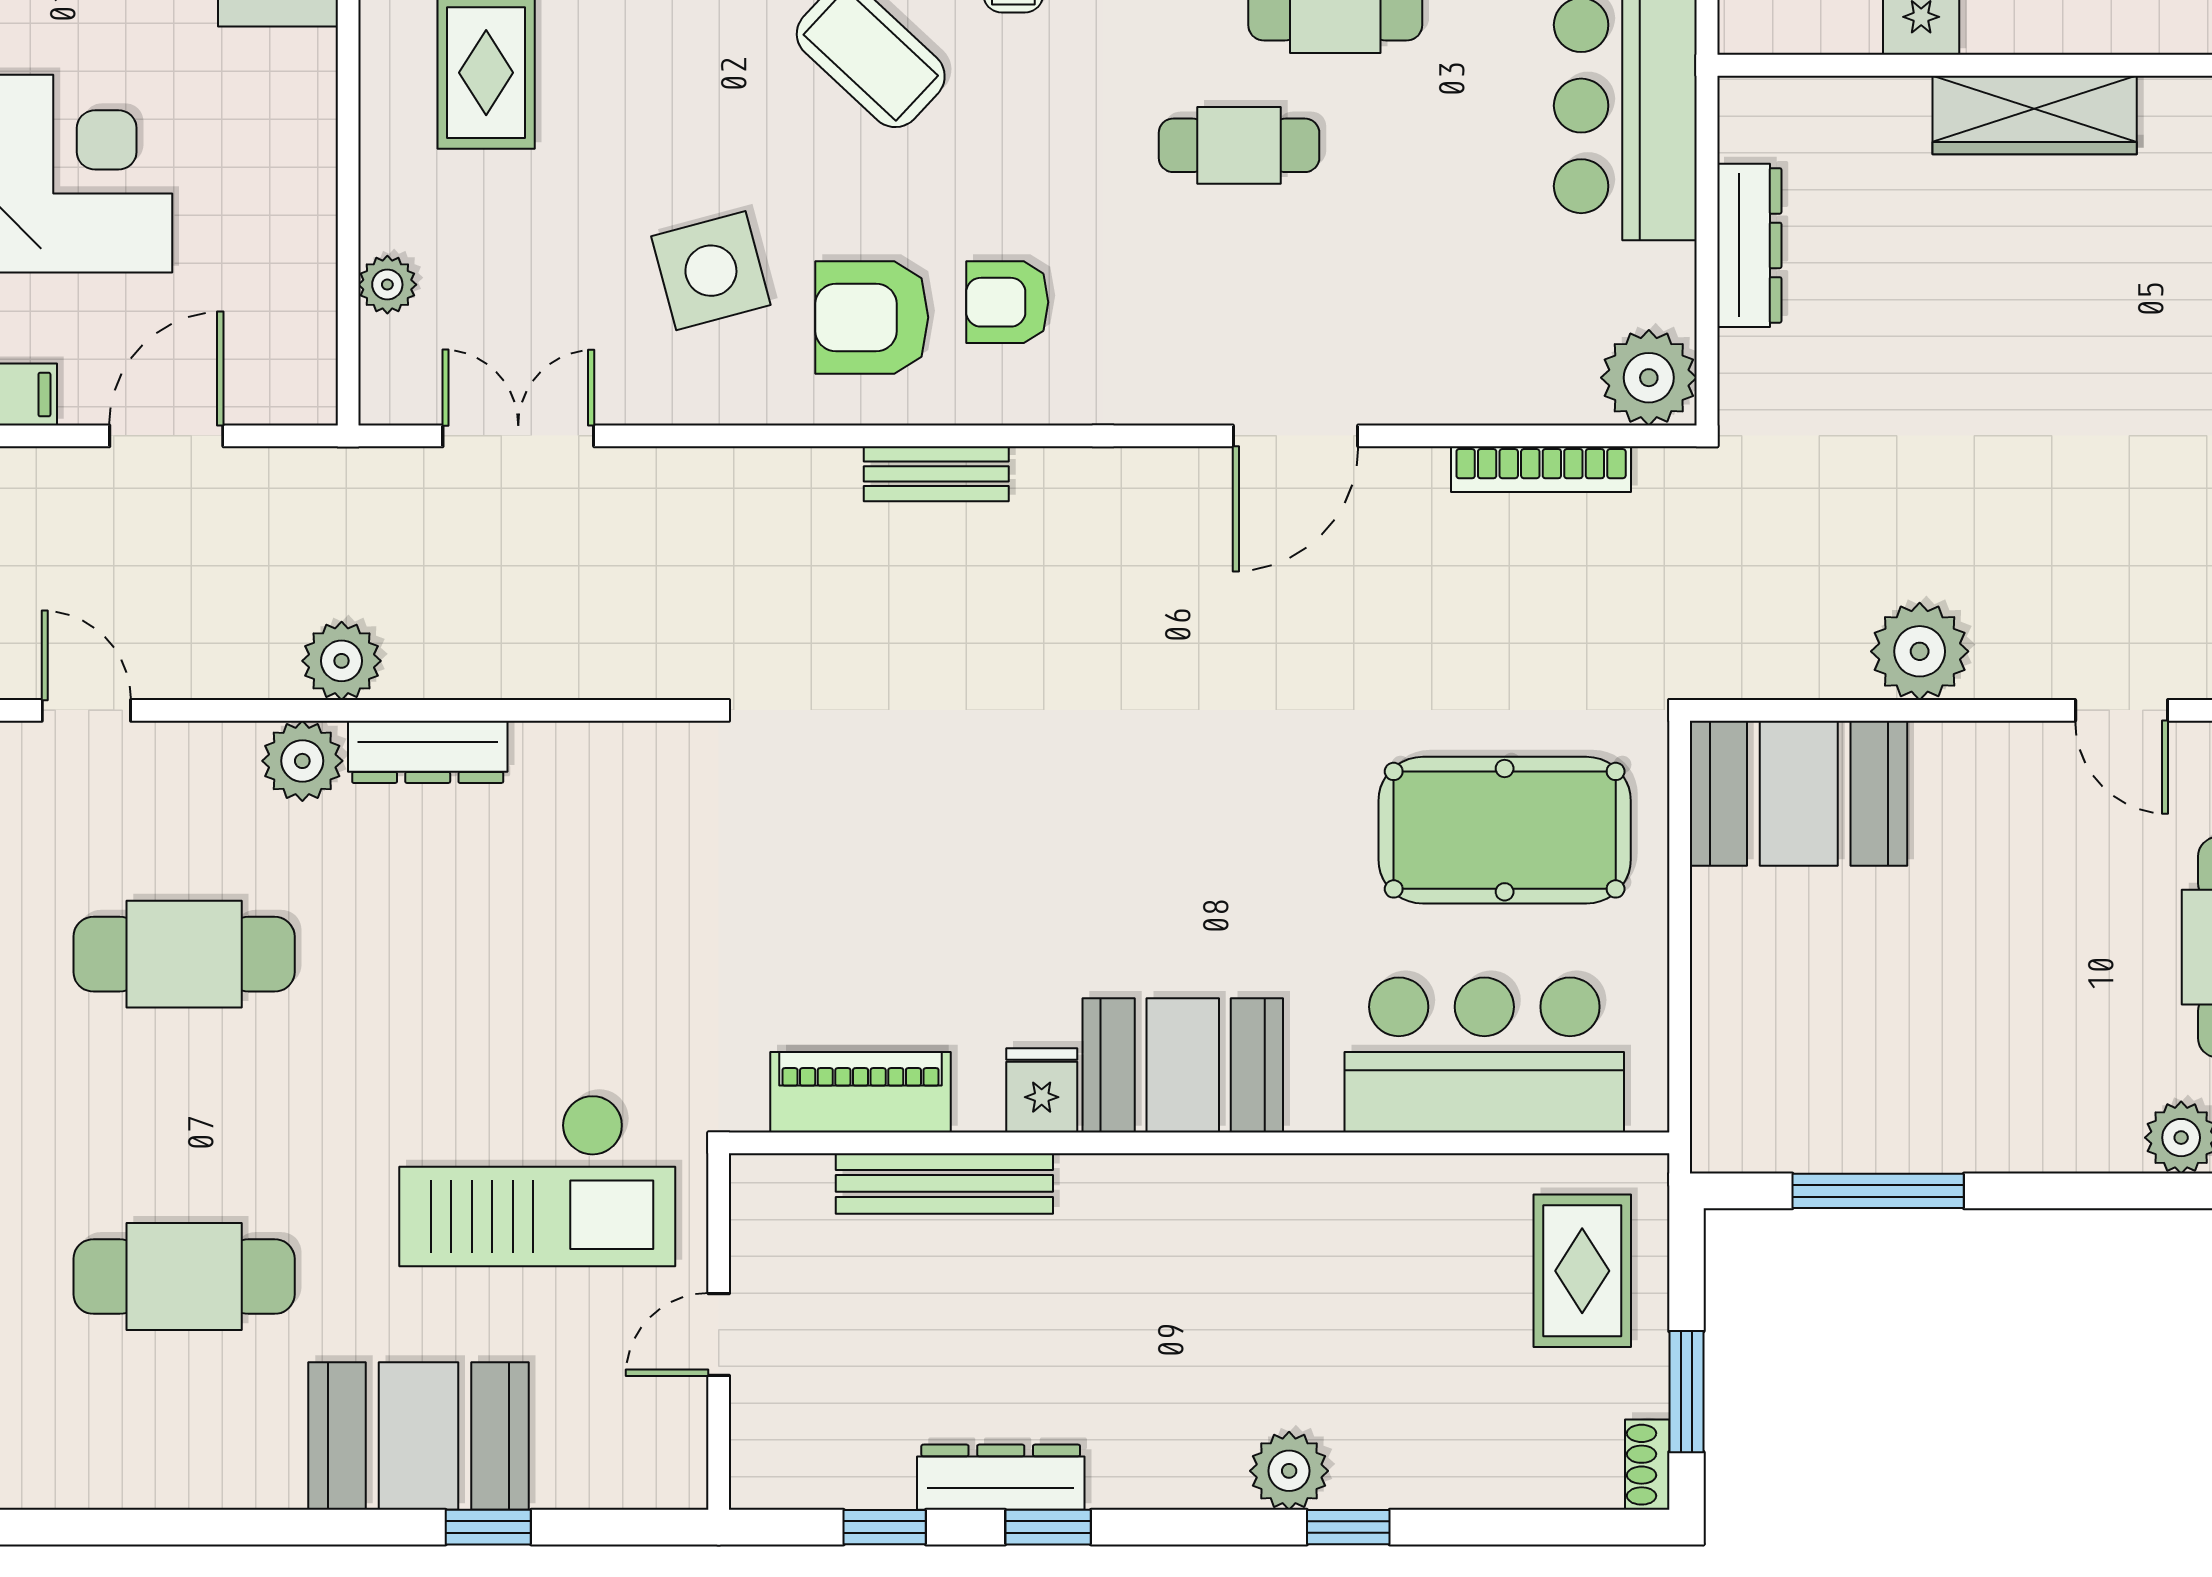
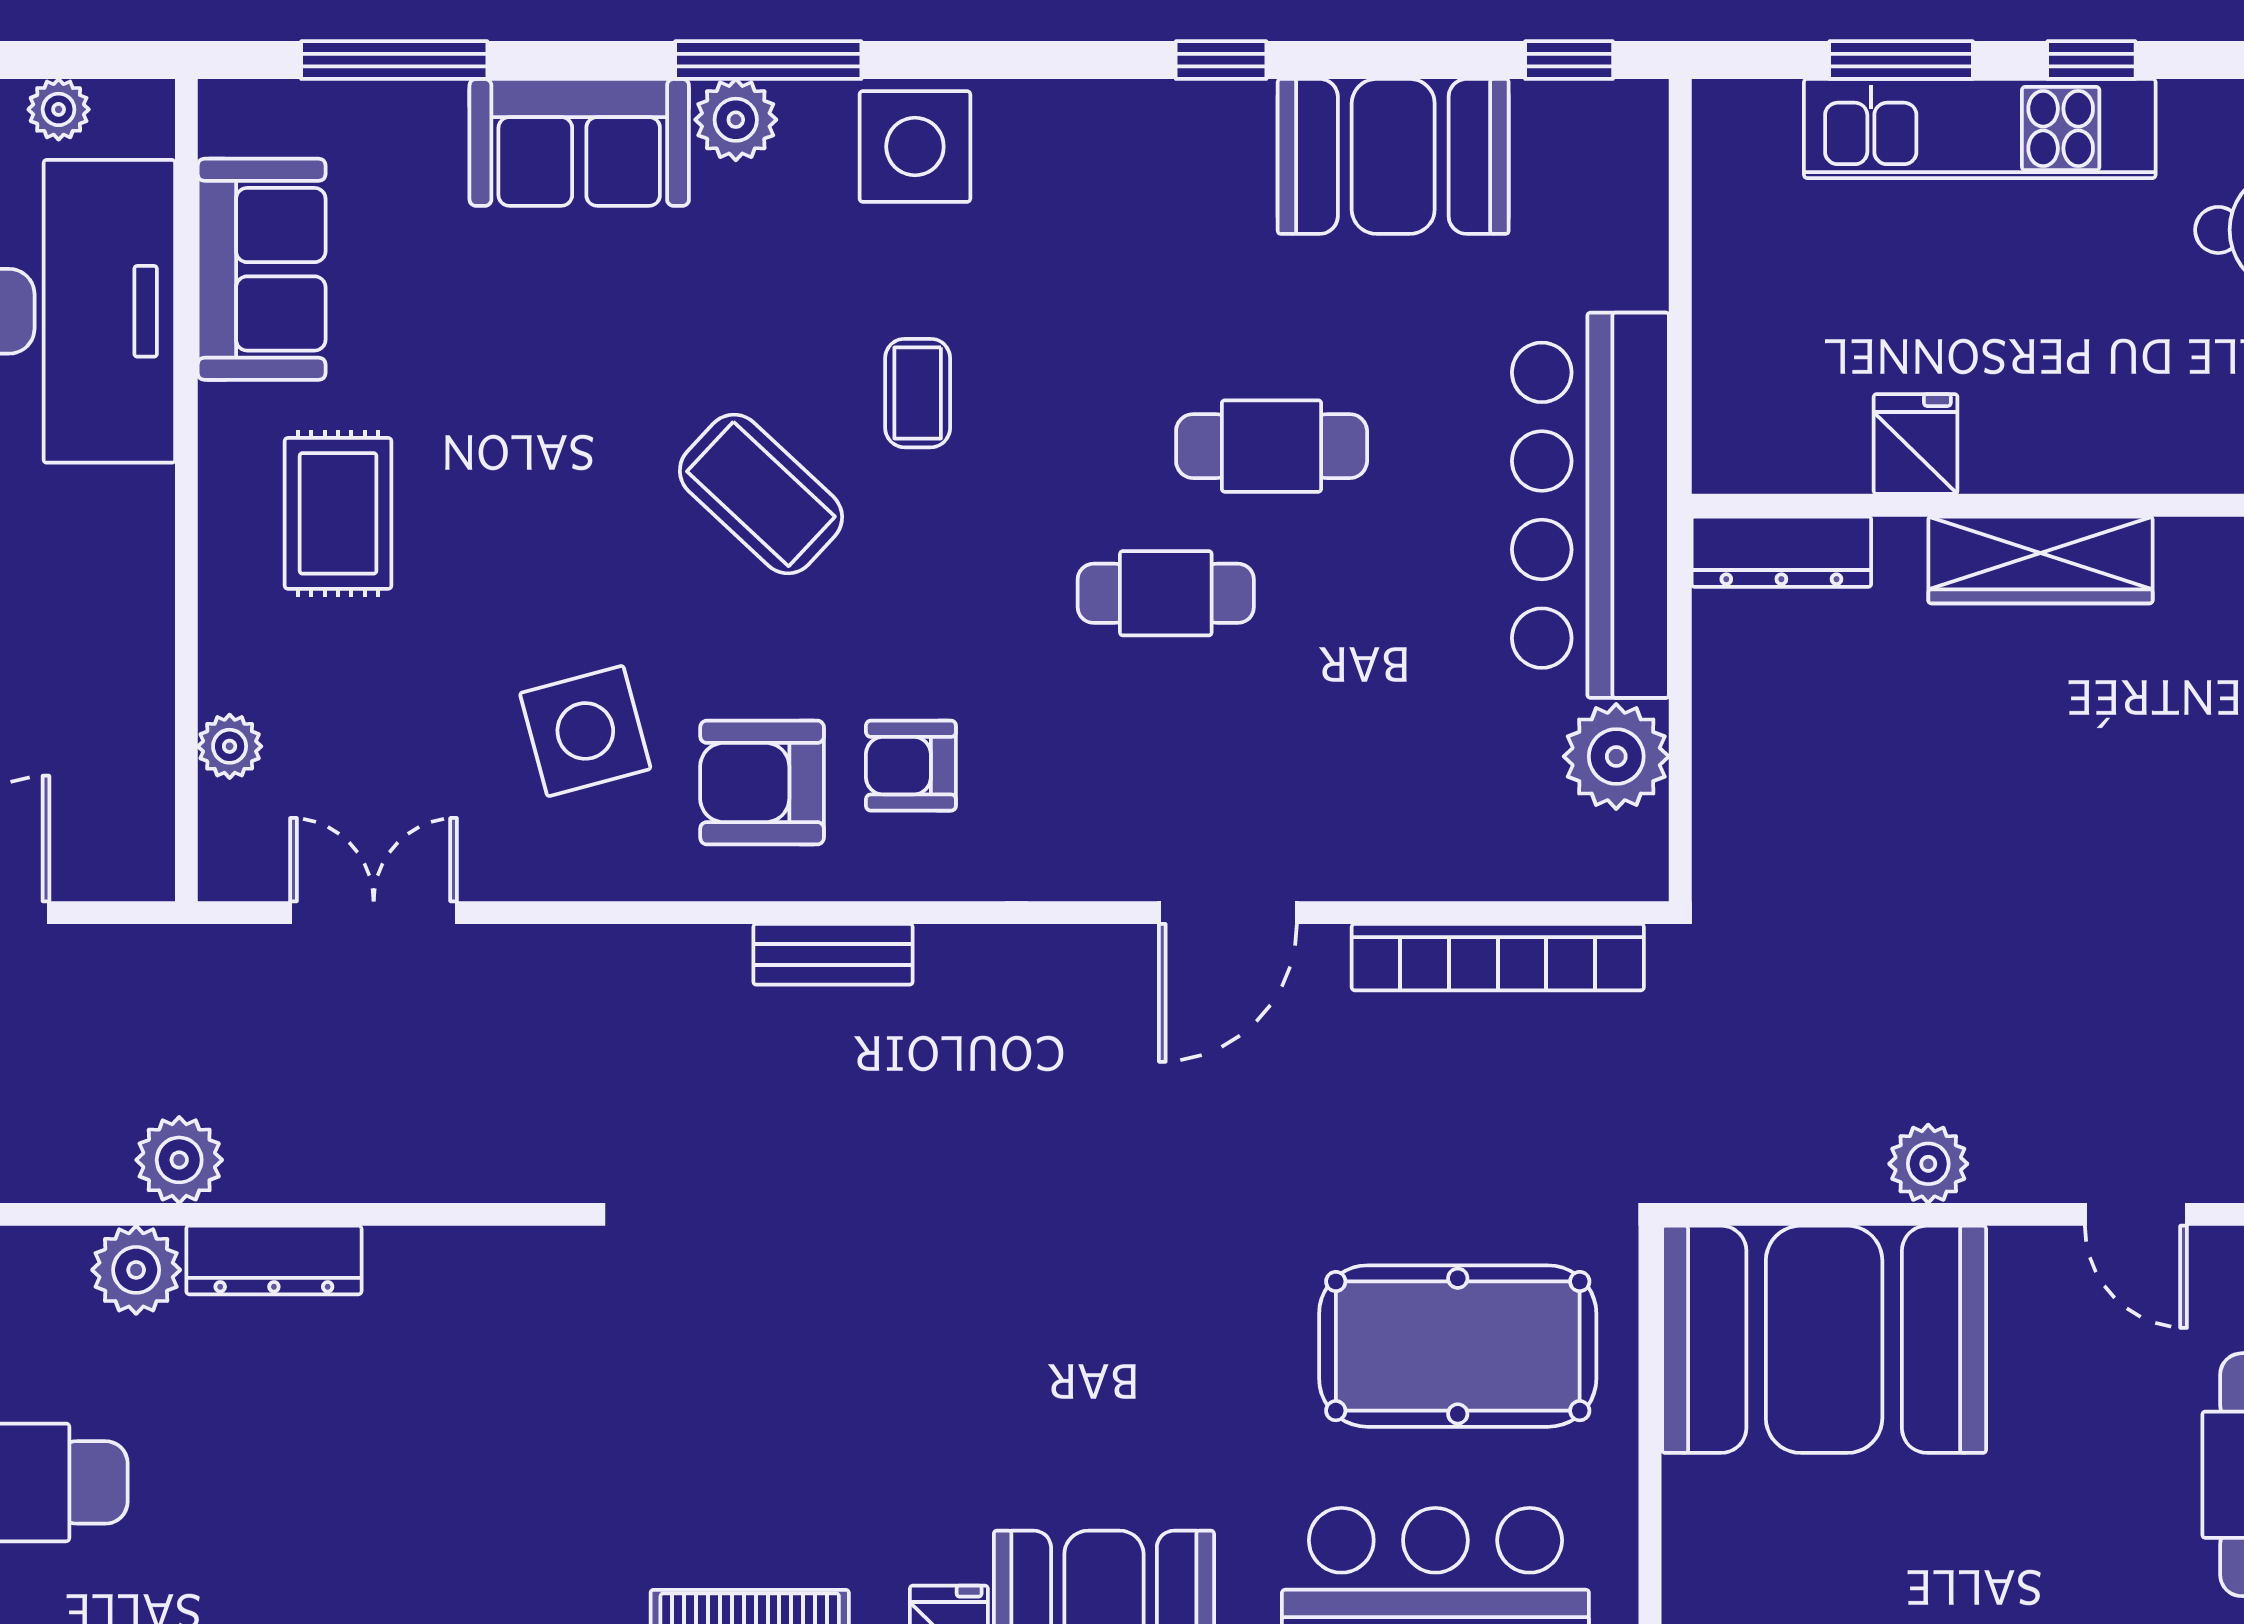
dresser: (1749, 245) -> (1781, 552), moved, turned 90
plant: (1649, 378) -> (1616, 756), moved
bookcase: (1541, 469) -> (1498, 957), width x1.48, depth x1.31
plant: (1920, 651) -> (1928, 1164), width x0.73, depth x0.73
booth: (1799, 793) -> (1824, 1339), width x1.36, depth x1.42

